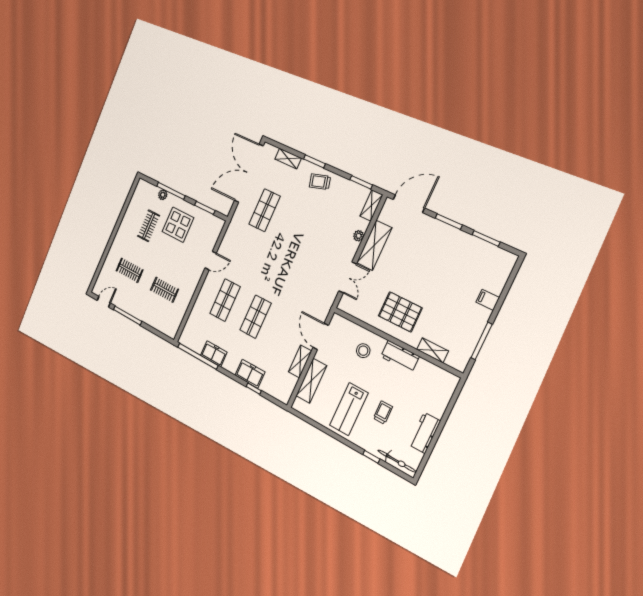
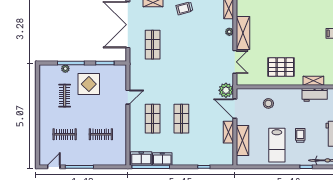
plant: (321, 308) -> (226, 90), added
workbench: (400, 356) -> (315, 95), moved
freezer: (250, 374) -> (141, 158), moved

